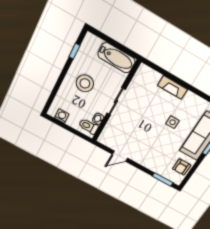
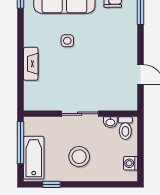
window: (119, 46) -> (21, 143), added
bathtub: (116, 58) -> (34, 158), moved

